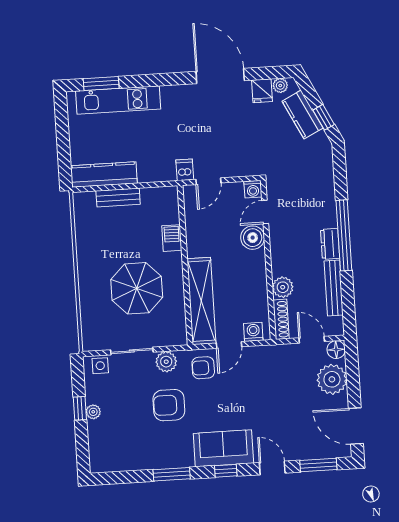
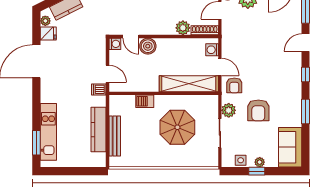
kitchen counter: (104, 175) -> (98, 130), moved
bench: (118, 197) -> (115, 136), width x1.36
side table: (100, 366) -> (241, 160), moved
sofa: (223, 448) -> (290, 147), moved

